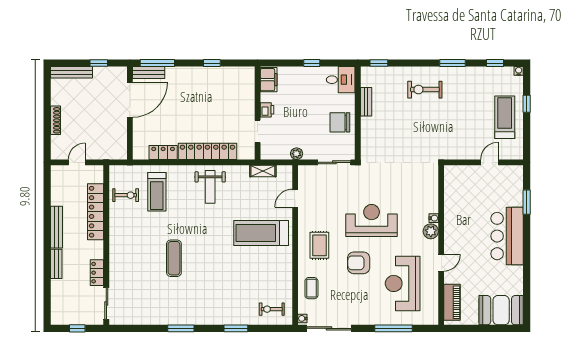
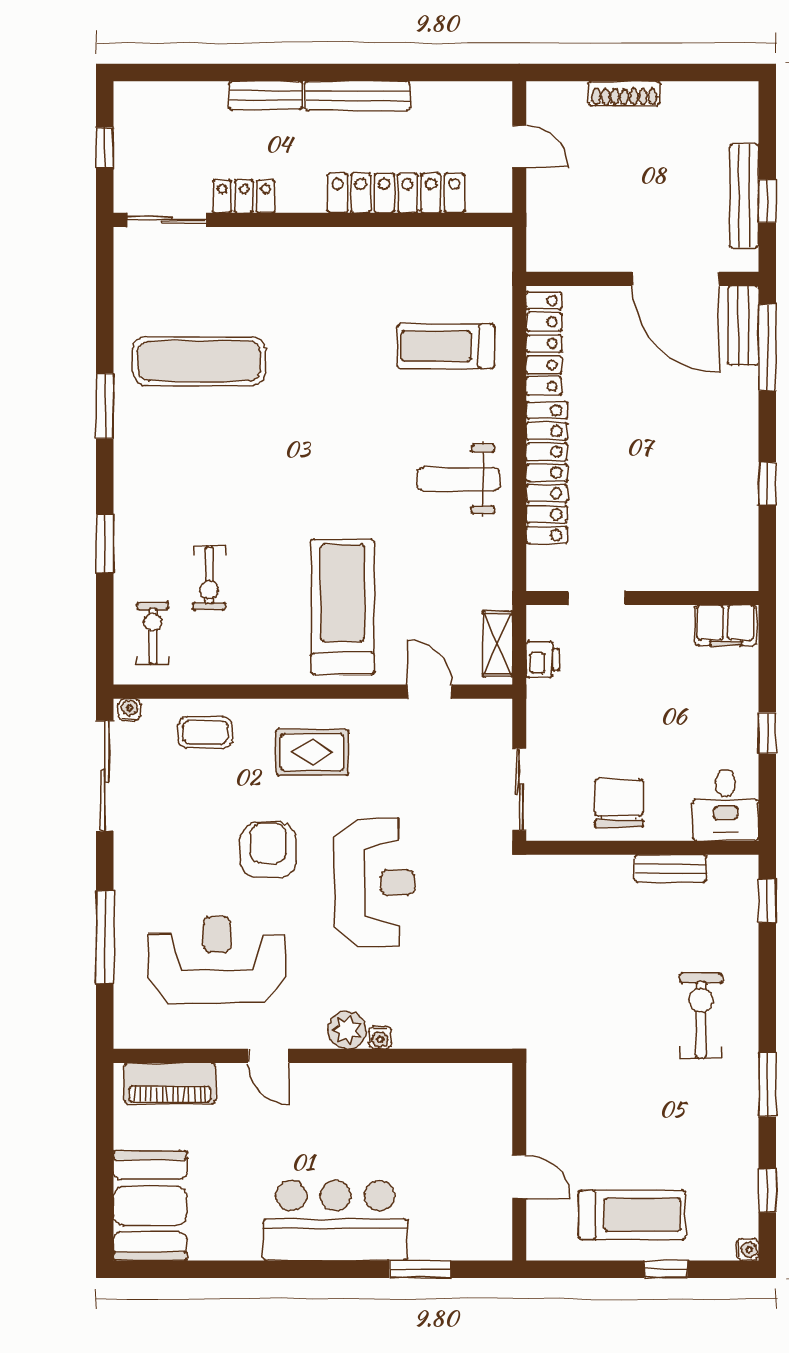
bench: (71, 72) -> (744, 196), moved
printer: (267, 110) -> (543, 659), moved, turned -90
locker: (163, 152) -> (544, 343), width x1.53
plant: (297, 154) -> (541, 695), removed
shelving: (263, 171) -> (498, 644), moved
exercise bike: (126, 195) -> (209, 578), moved
exercise mat: (174, 258) -> (199, 361), moved, width x1.36, depth x1.45

